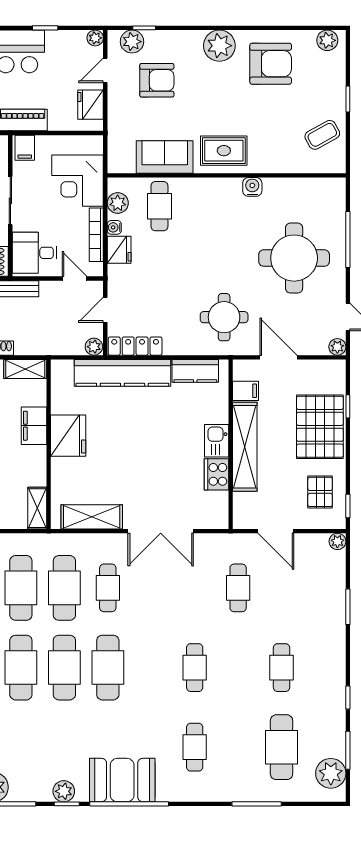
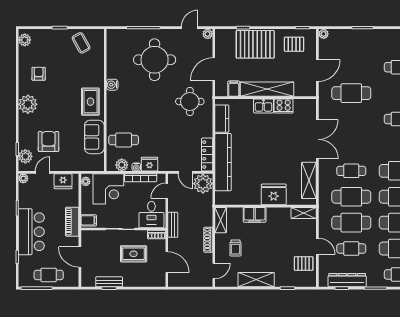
armchair: (271, 64) -> (39, 74), width x0.53, depth x0.53
door: (105, 70) -> (43, 172), swing flipped
plant: (90, 143) -> (86, 181), added
plant: (94, 347) -> (203, 184), width x1.88, depth x1.88
fridge: (68, 436) -> (274, 194), moved
cafe table: (238, 588) -> (351, 93), width x1.37, depth x1.35

